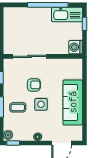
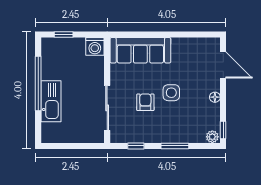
kitchen sink: (67, 14) -> (51, 101), moved
sofa: (73, 102) -> (140, 50), moved
coffee table: (18, 107) -> (175, 124), removed

